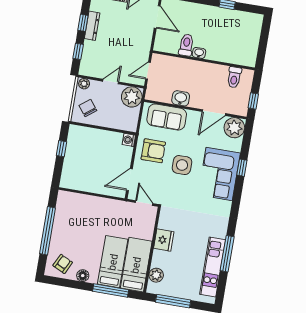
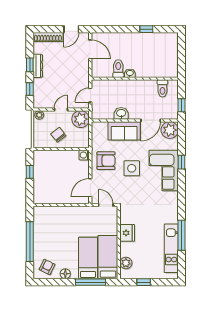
chair: (88, 108) -> (58, 135), moved
sofa: (167, 117) -> (124, 131), moved
window: (173, 301) -> (144, 282), width x0.46

